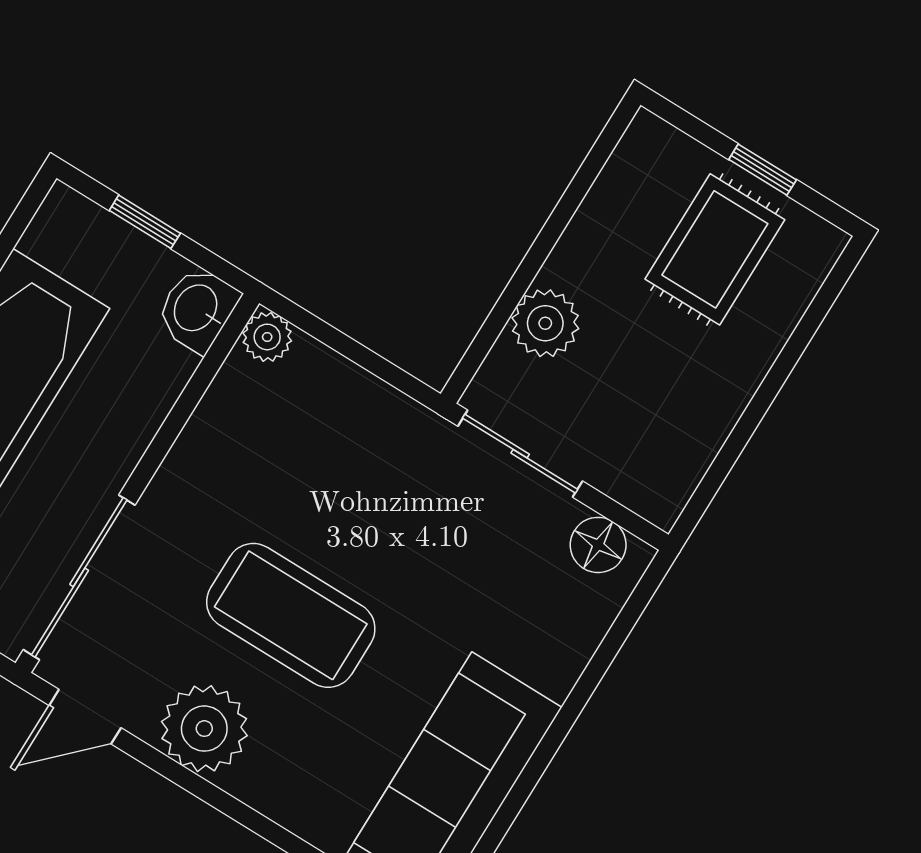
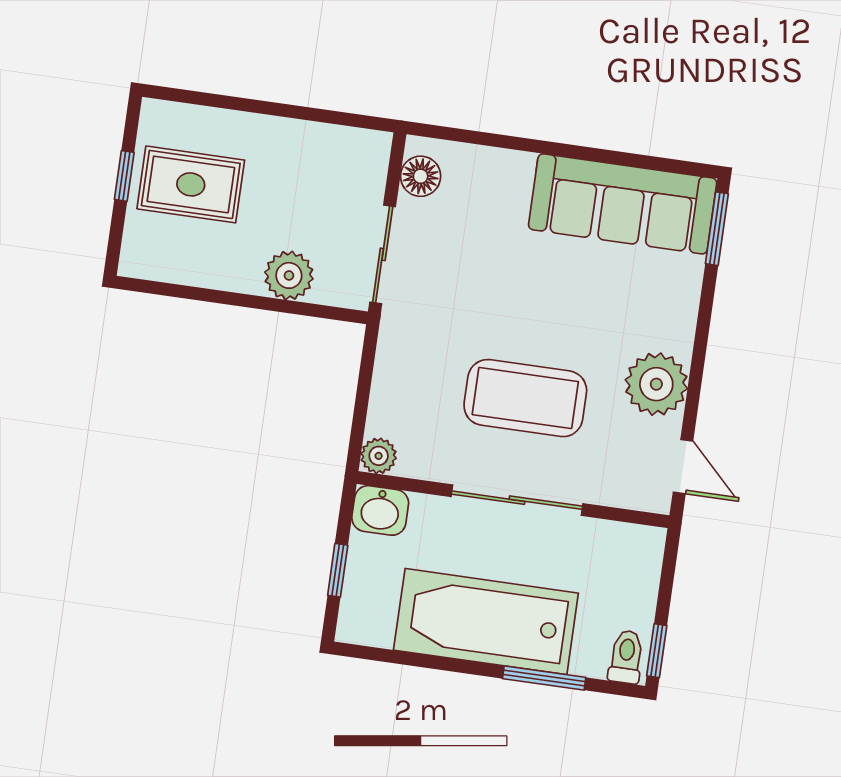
sliding door: (79, 577) -> (517, 500), moved
coffee table: (291, 615) -> (525, 398), moved, turned 90

